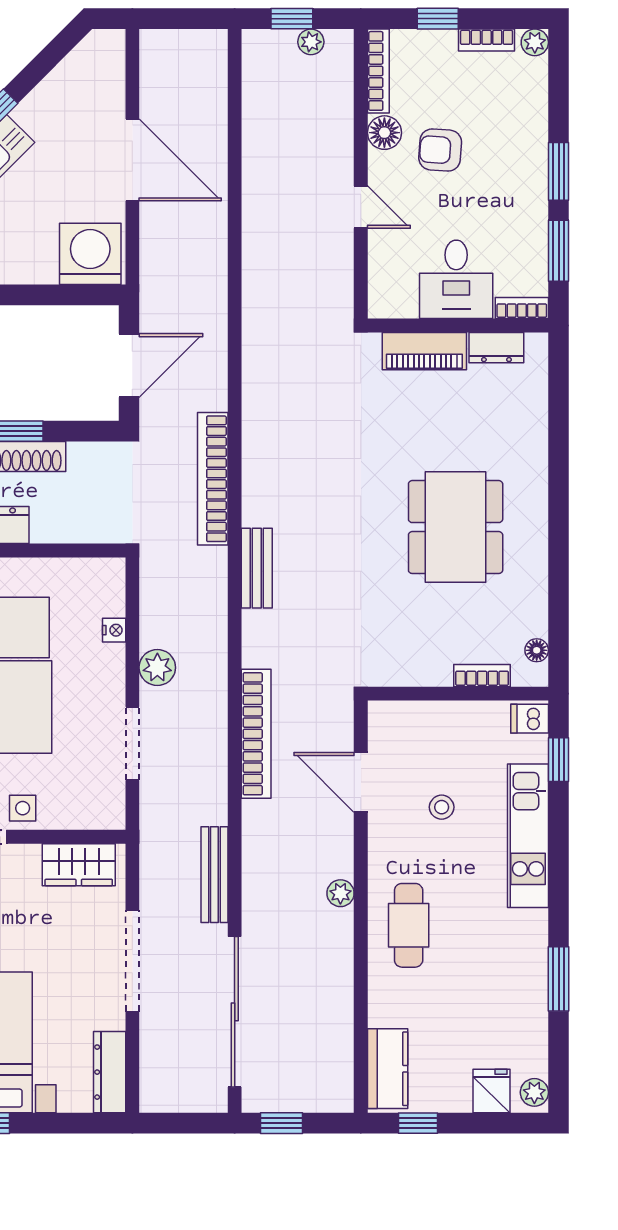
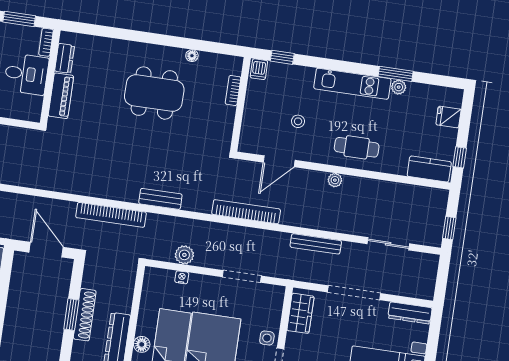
floor lamp: (537, 650) -> (192, 56), moved
plant: (157, 668) -> (184, 255), moved
kitchen unit: (528, 836) -> (352, 84), moved
sliding door: (235, 1012) -> (388, 244), width x0.54
plant: (534, 1092) -> (399, 87), moved

